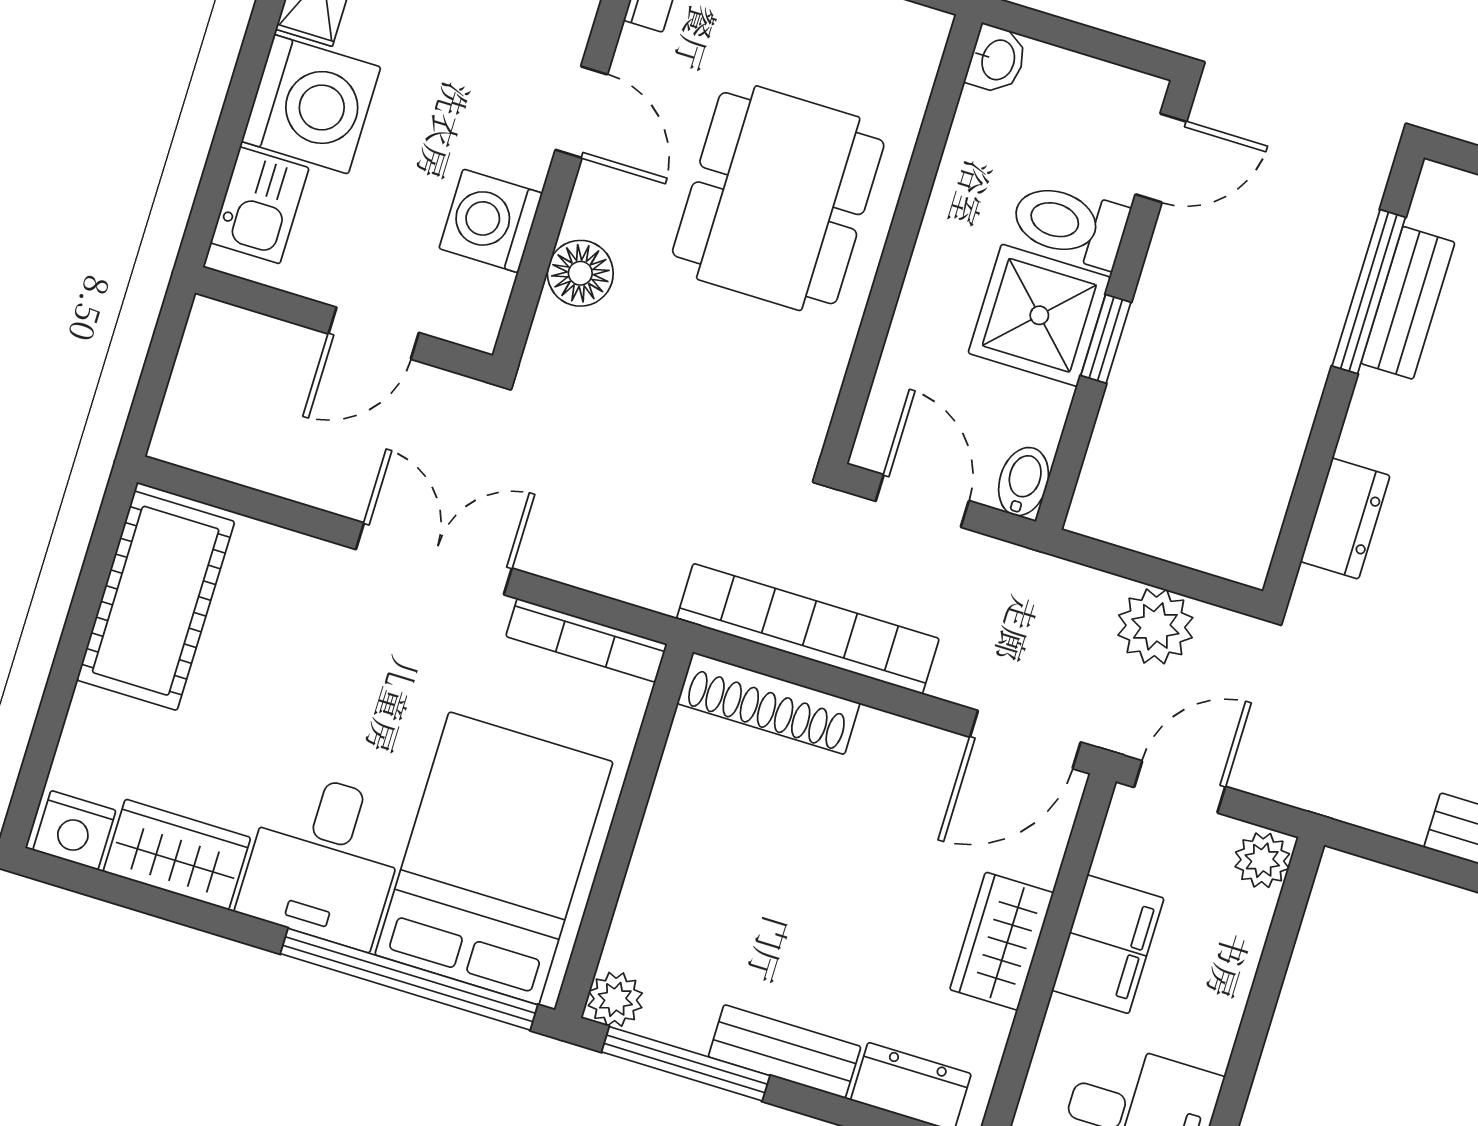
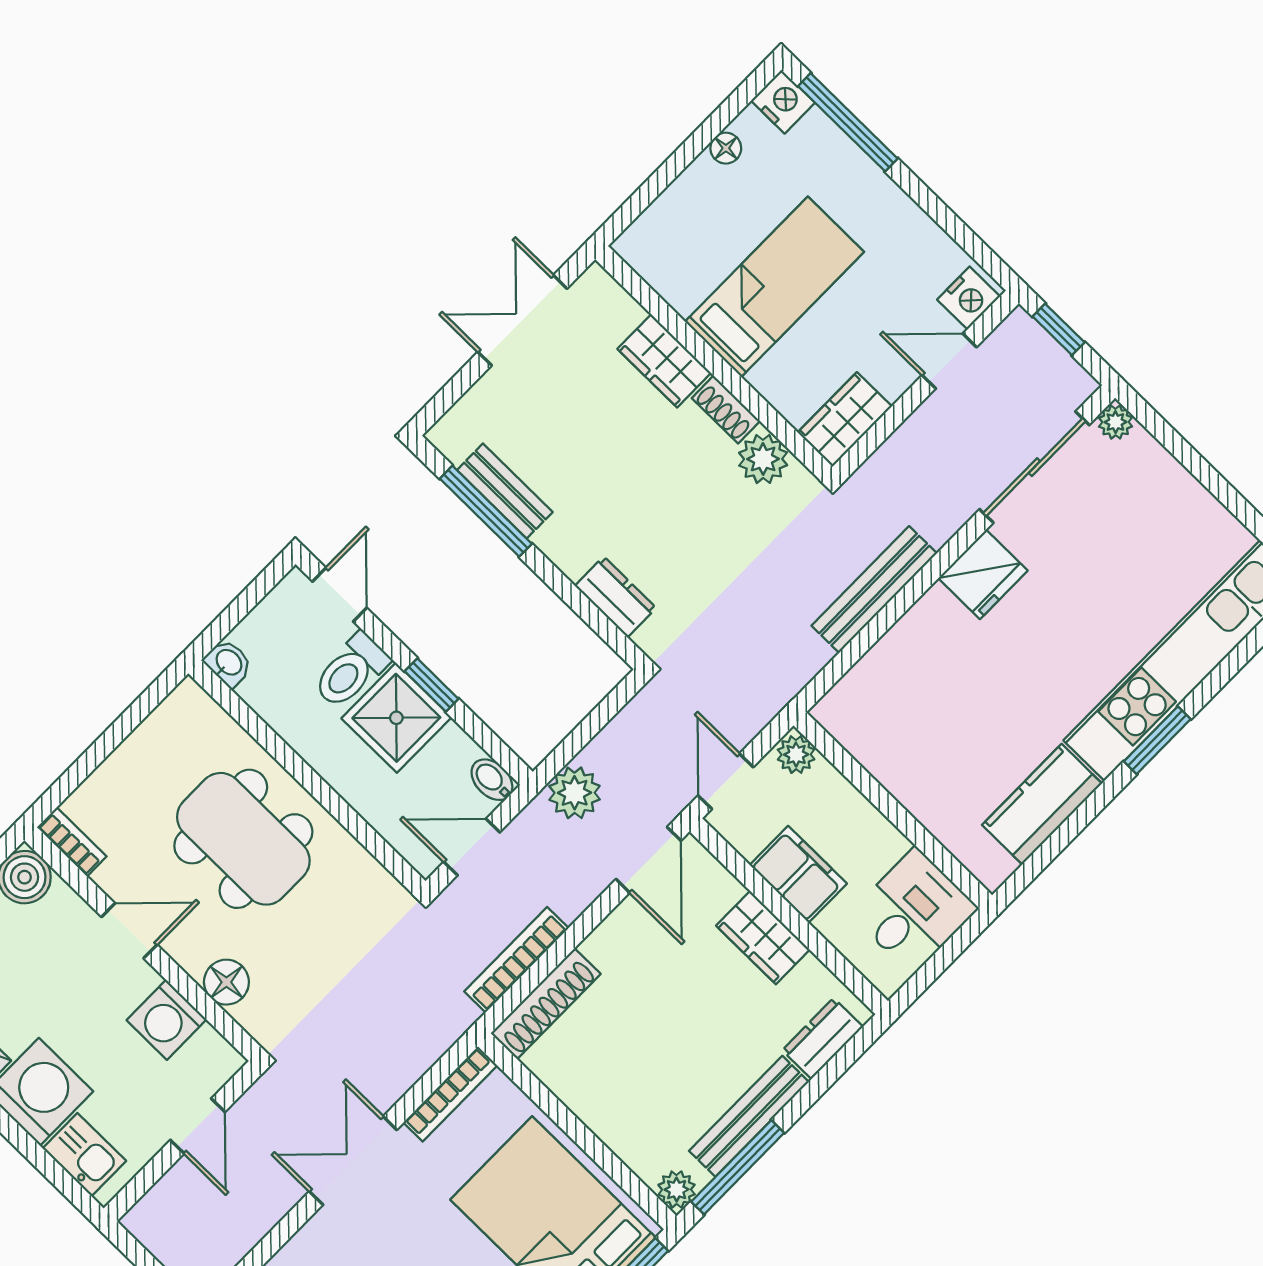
plant: (1155, 626) -> (575, 793), moved
bookcase: (808, 629) -> (516, 960), width x0.68, depth x0.76
bench: (785, 1052) -> (749, 1116), width x1.36

